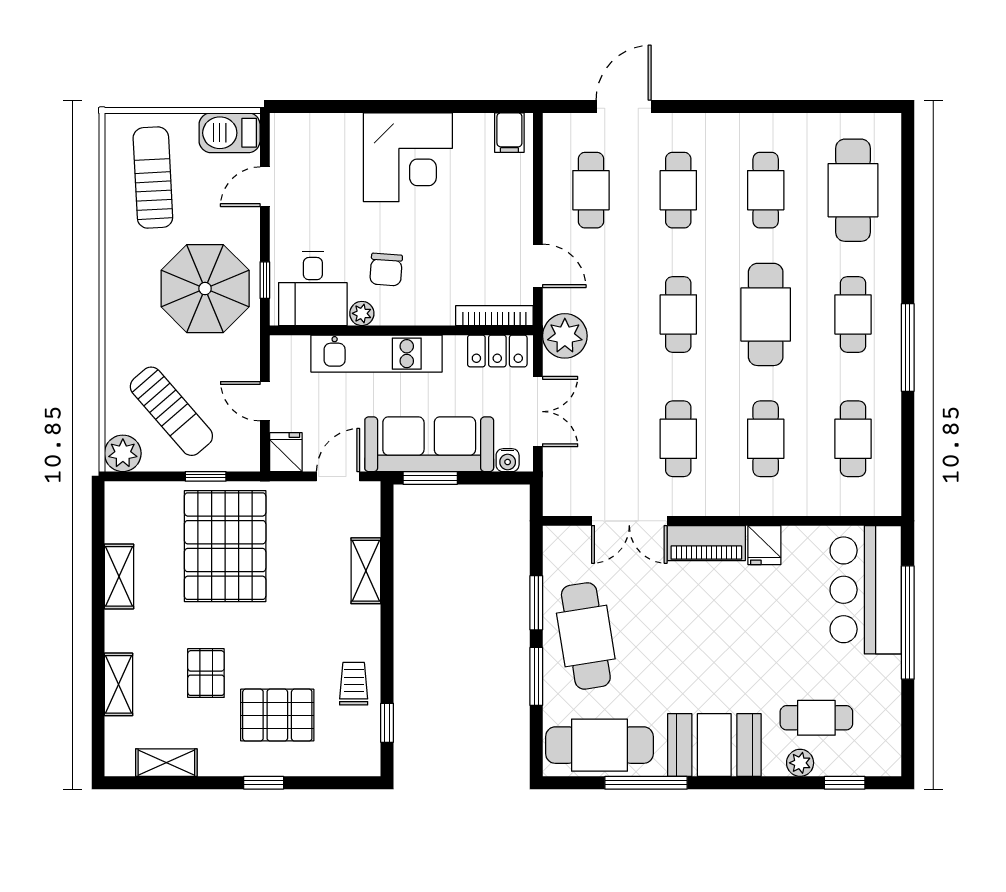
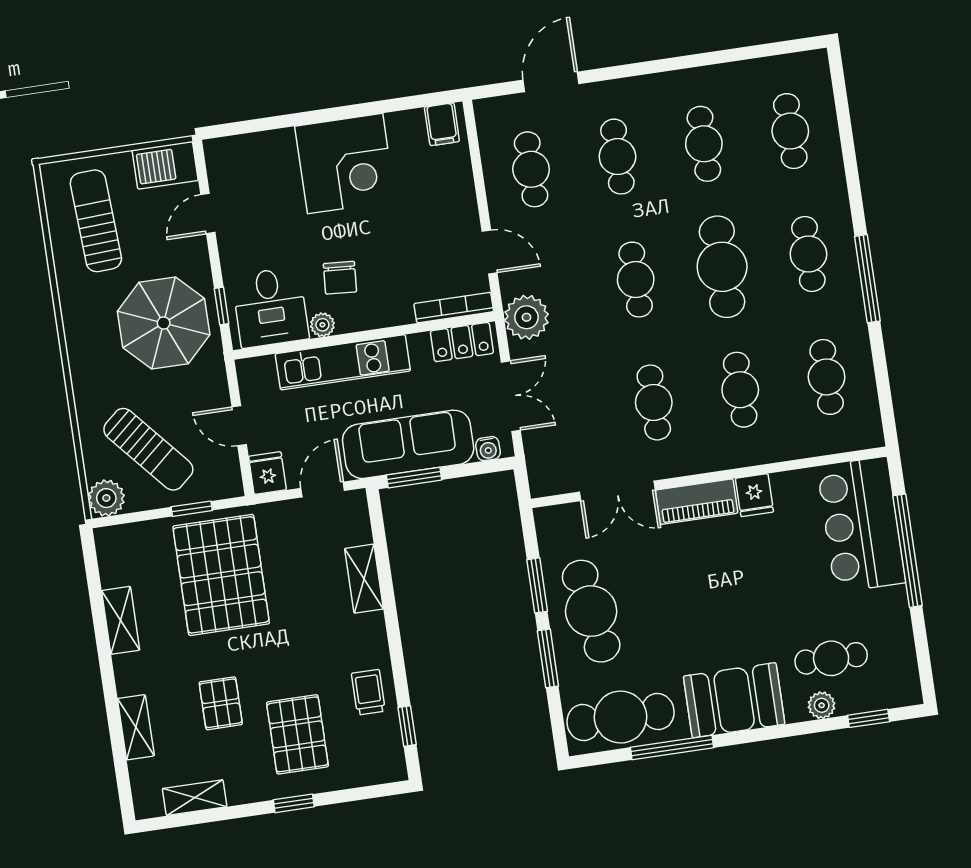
cafe table: (853, 190) -> (790, 131), width x0.73, depth x0.74
pallet: (277, 715) -> (297, 734), turned 90

